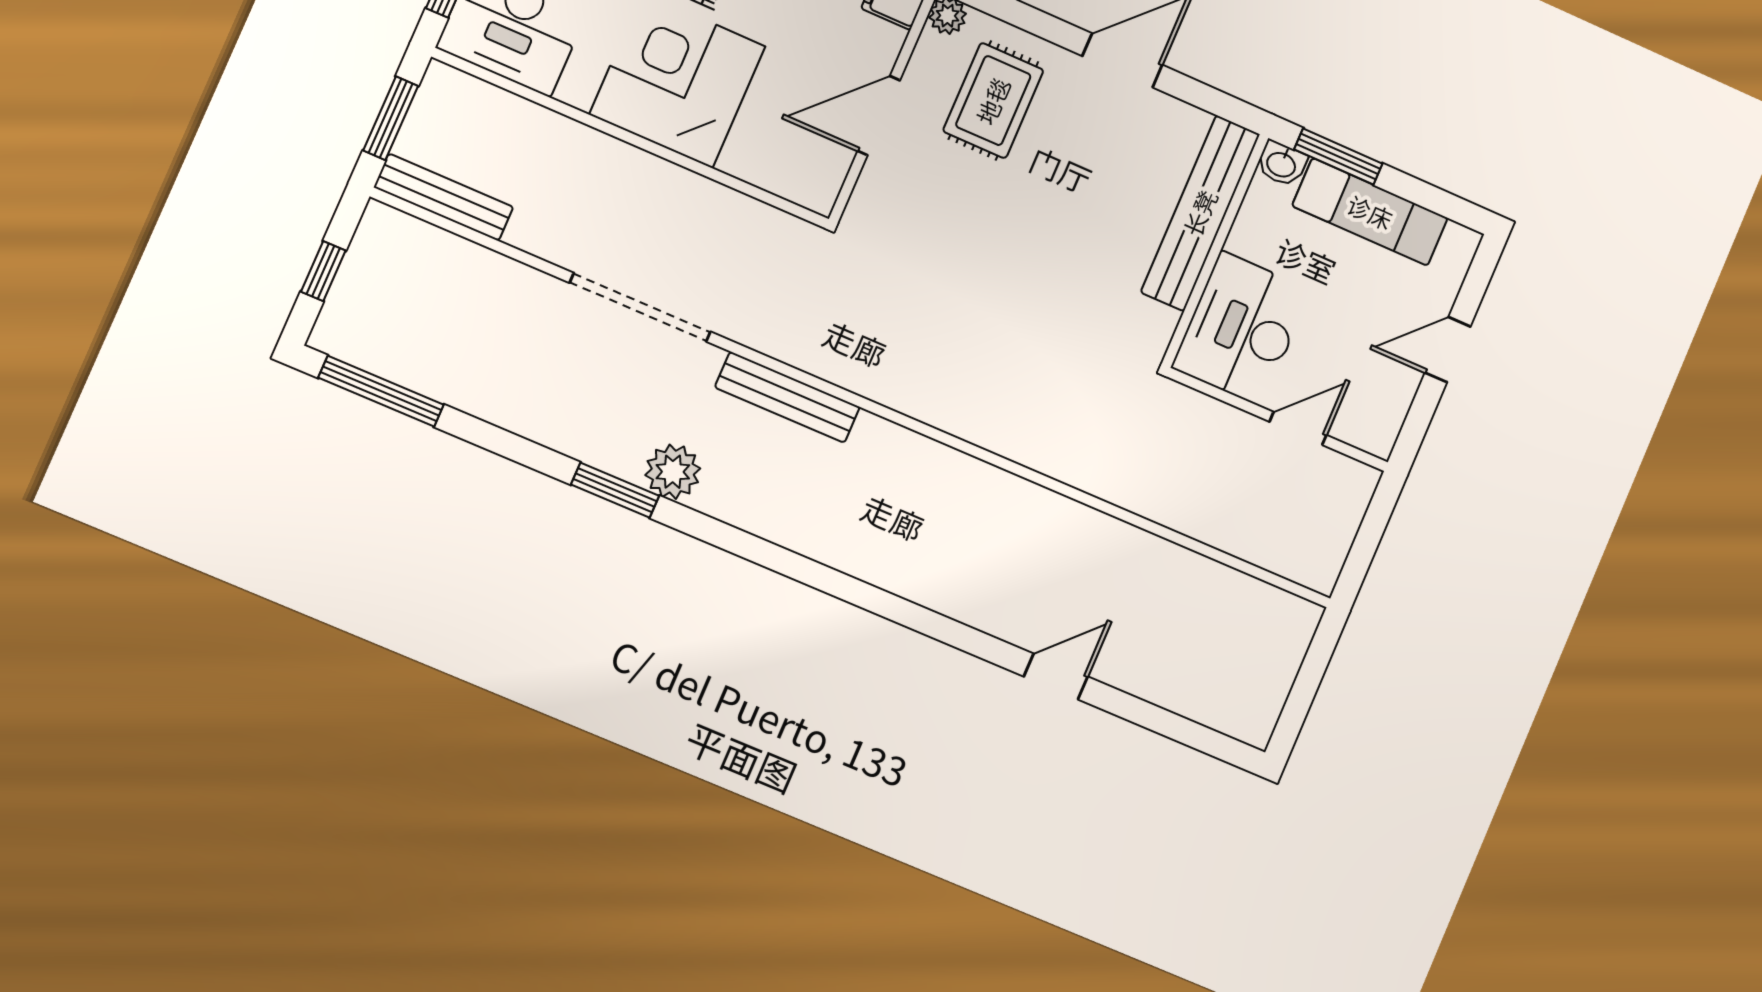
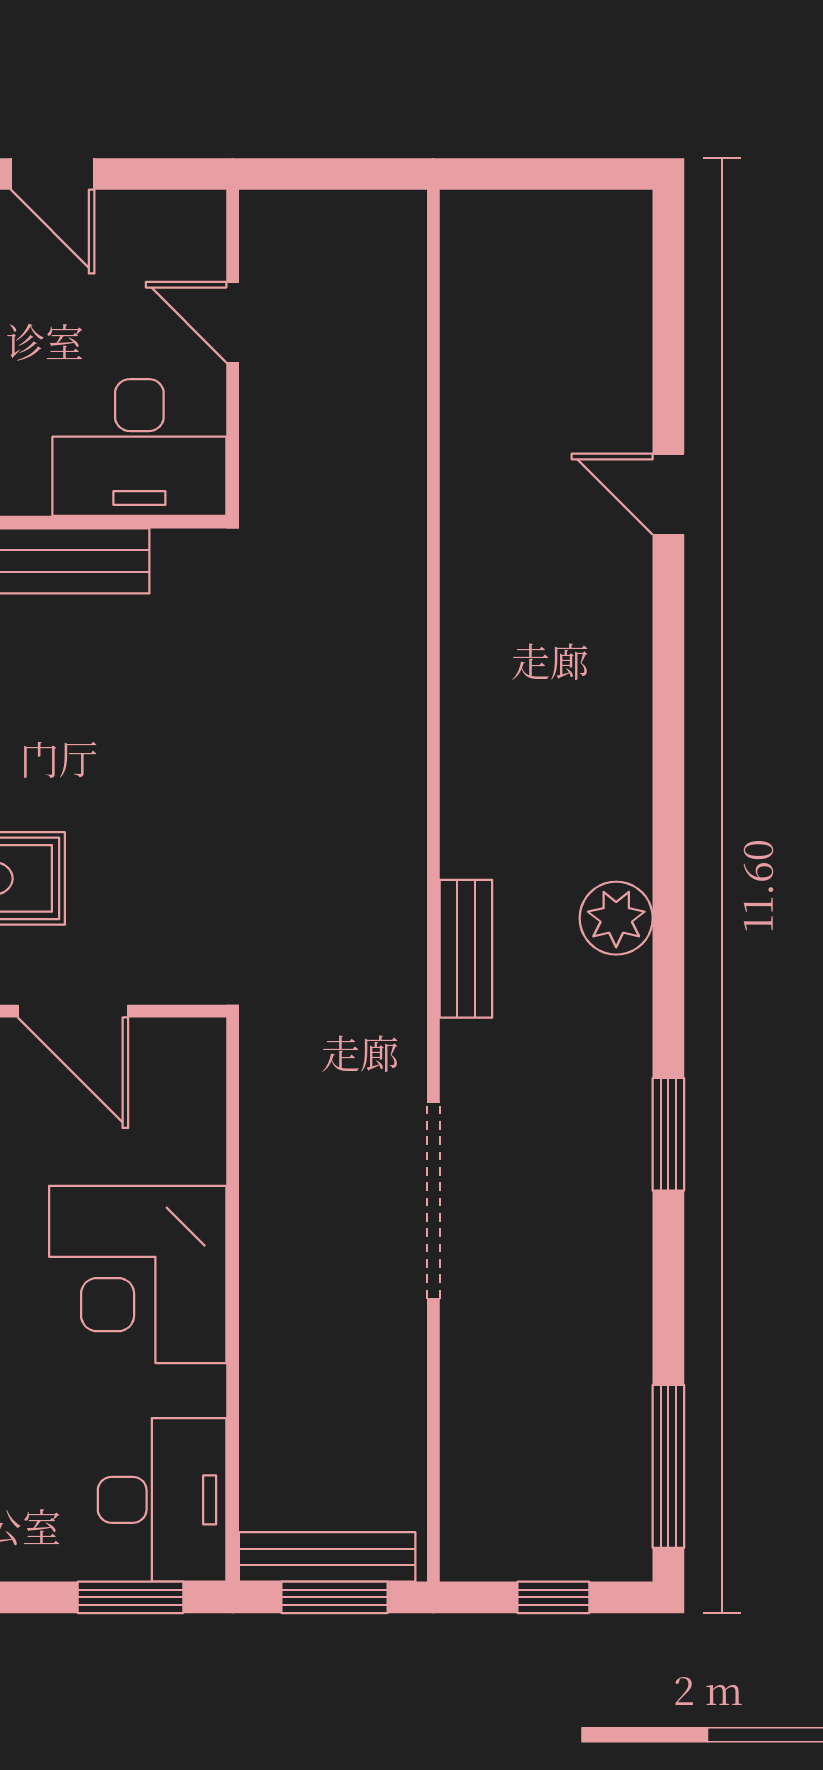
bench: (444, 197) -> (327, 1557), moved, turned 90
bench: (787, 397) -> (466, 949), width x0.73
plant: (673, 472) -> (616, 918), moved

